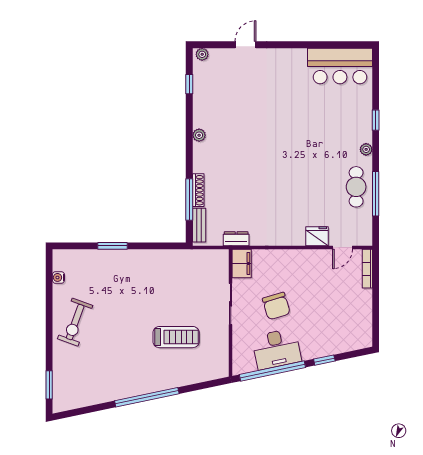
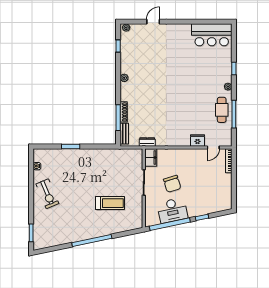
exercise bike: (75, 322) -> (47, 194), turned -43

